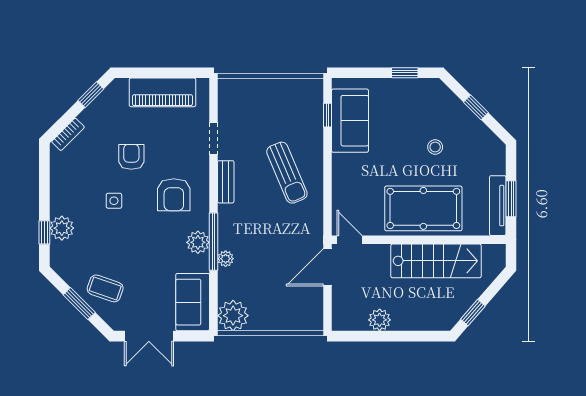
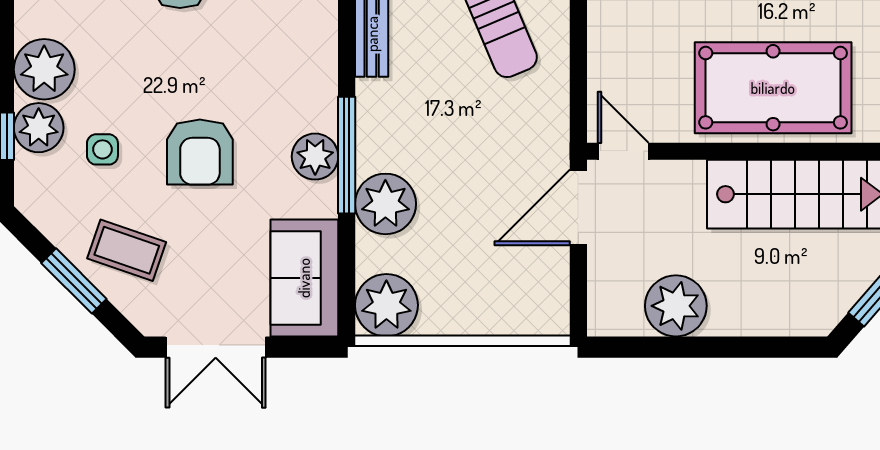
armchair: (174, 195) -> (200, 152), moved
plant: (65, 199) -> (44, 69), added
side table: (114, 201) -> (102, 149), moved
plant: (226, 259) -> (385, 204), width x1.87, depth x1.87
plant: (380, 320) -> (676, 306), width x1.36, depth x1.36

